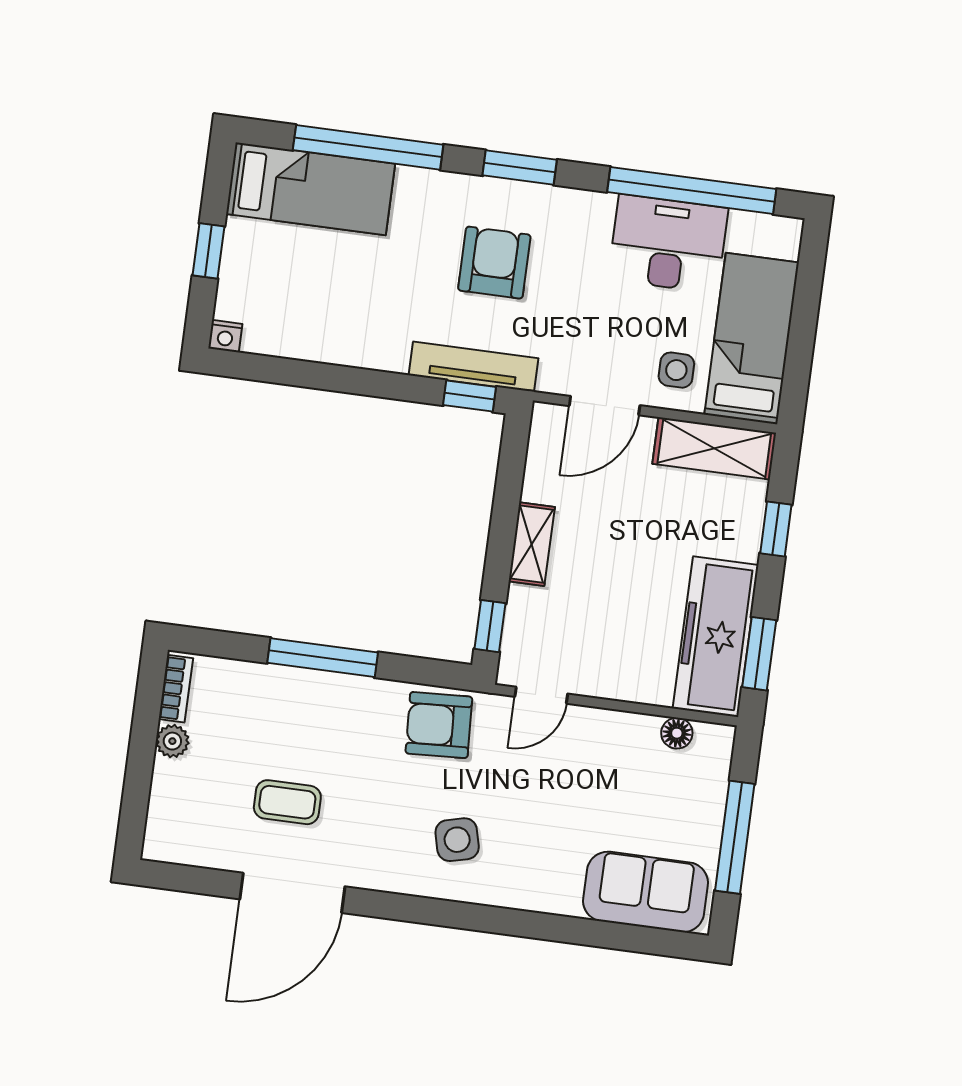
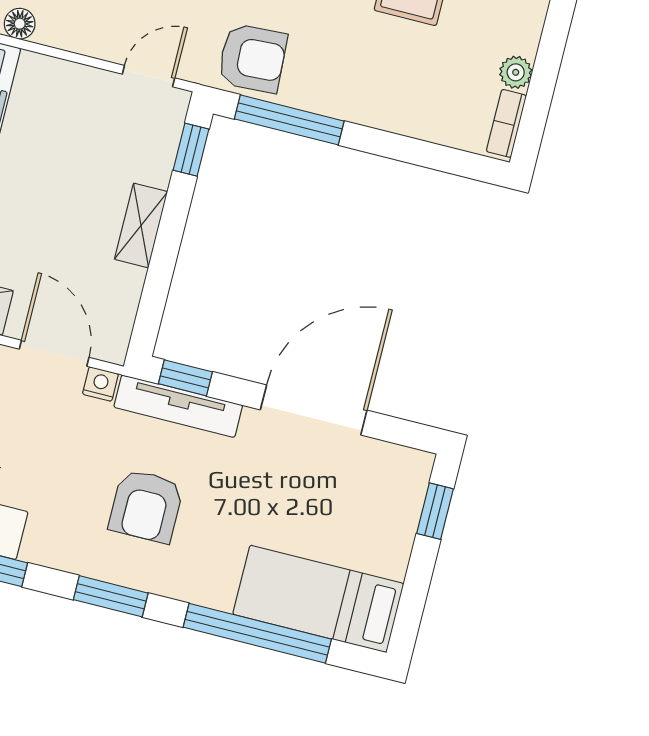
window: (209, 251) -> (435, 511), moved
nightstand: (225, 336) -> (100, 384), moved
door: (337, 378) -> (314, 410), added
door: (605, 406) -> (54, 353), hinge flipped
window: (323, 658) -> (289, 120), moved

